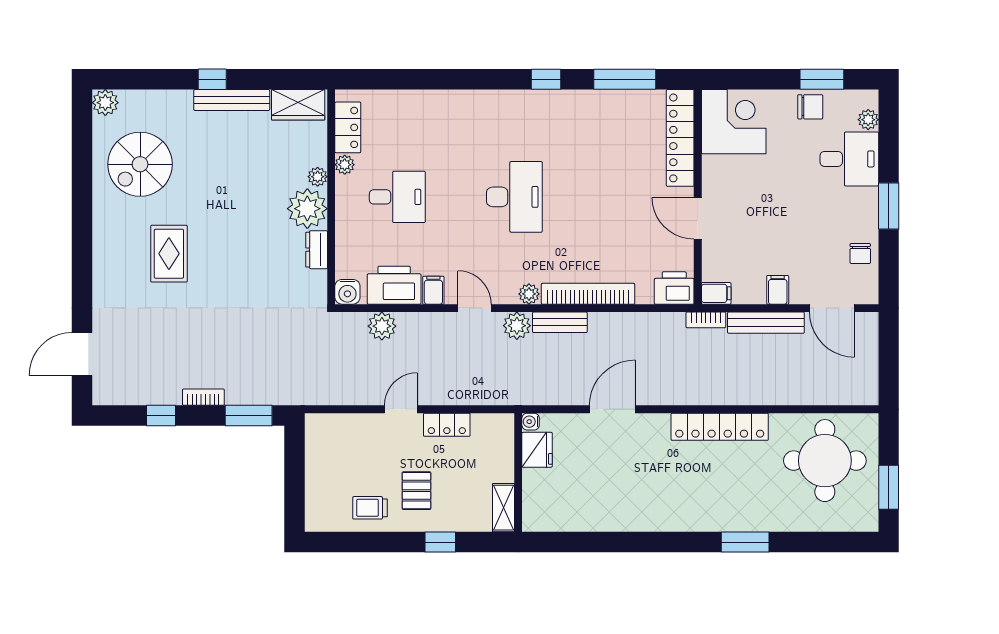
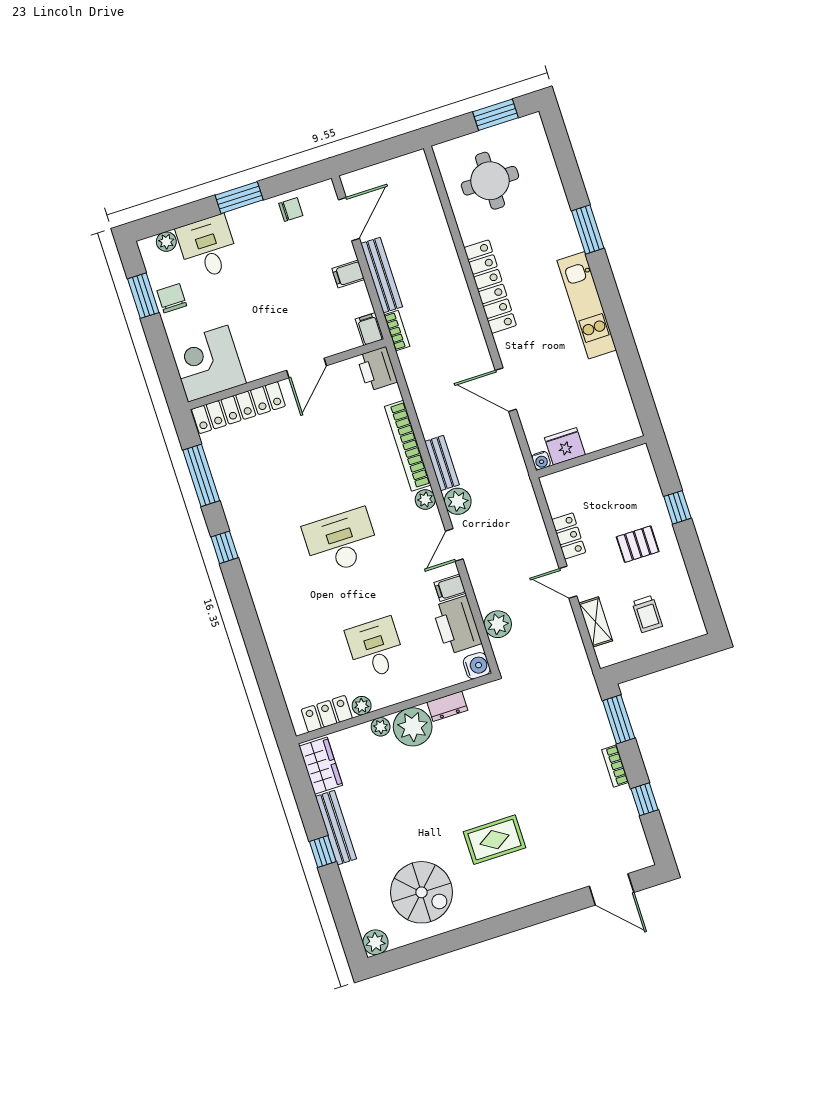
round table: (825, 461) -> (490, 181), width x0.73, depth x0.73
trolley: (370, 508) -> (647, 614), moved
shelving: (504, 508) -> (596, 622), moved, turned 90
kitchen unit: (670, 517) -> (587, 305), added

